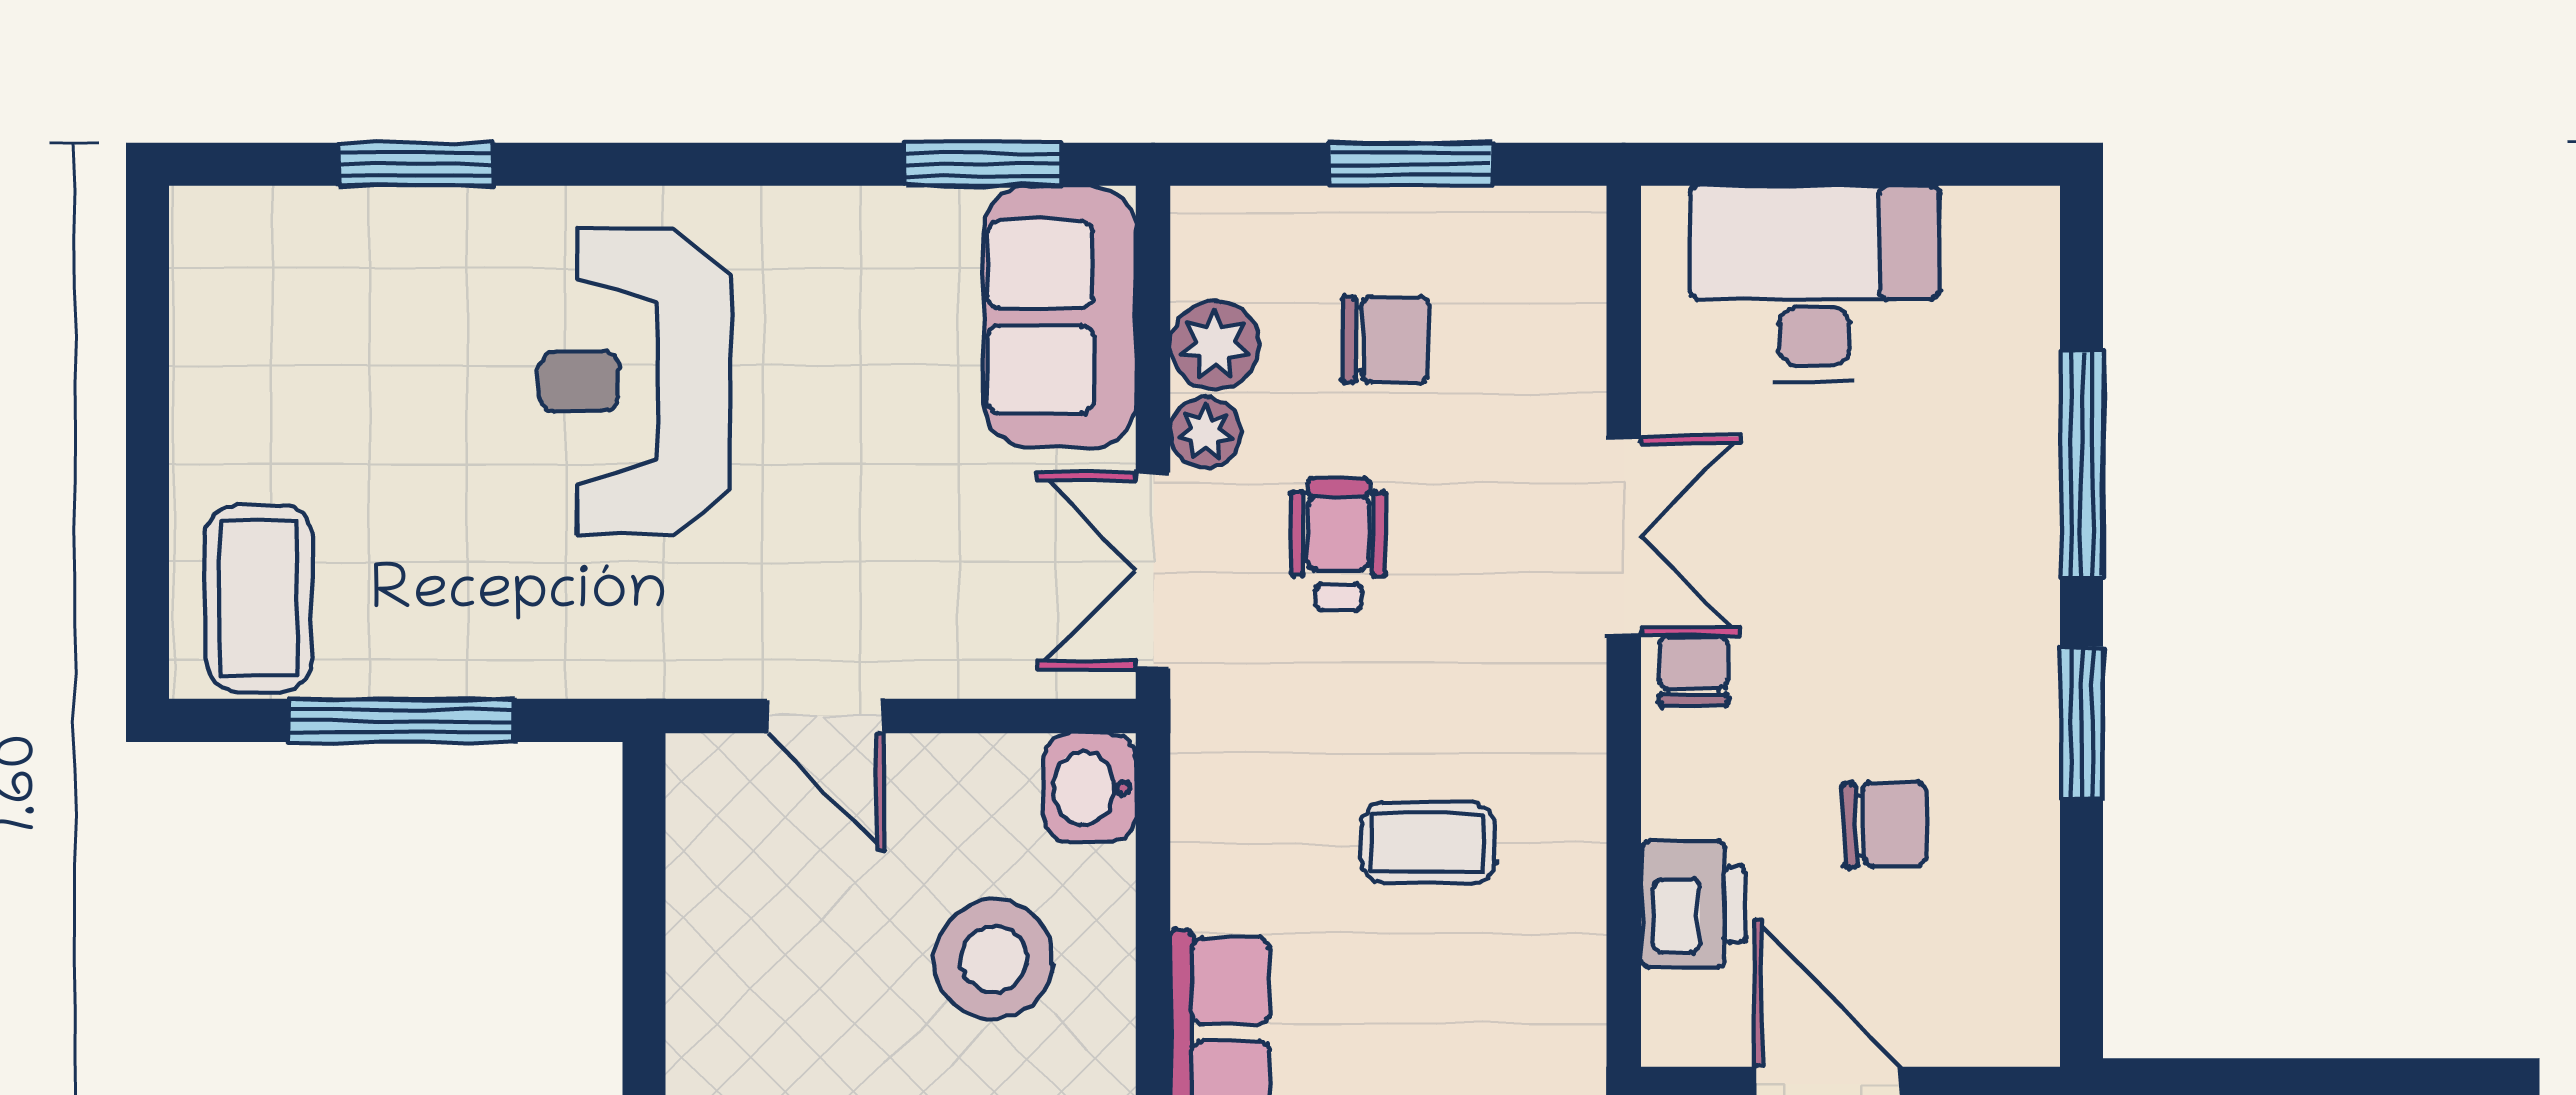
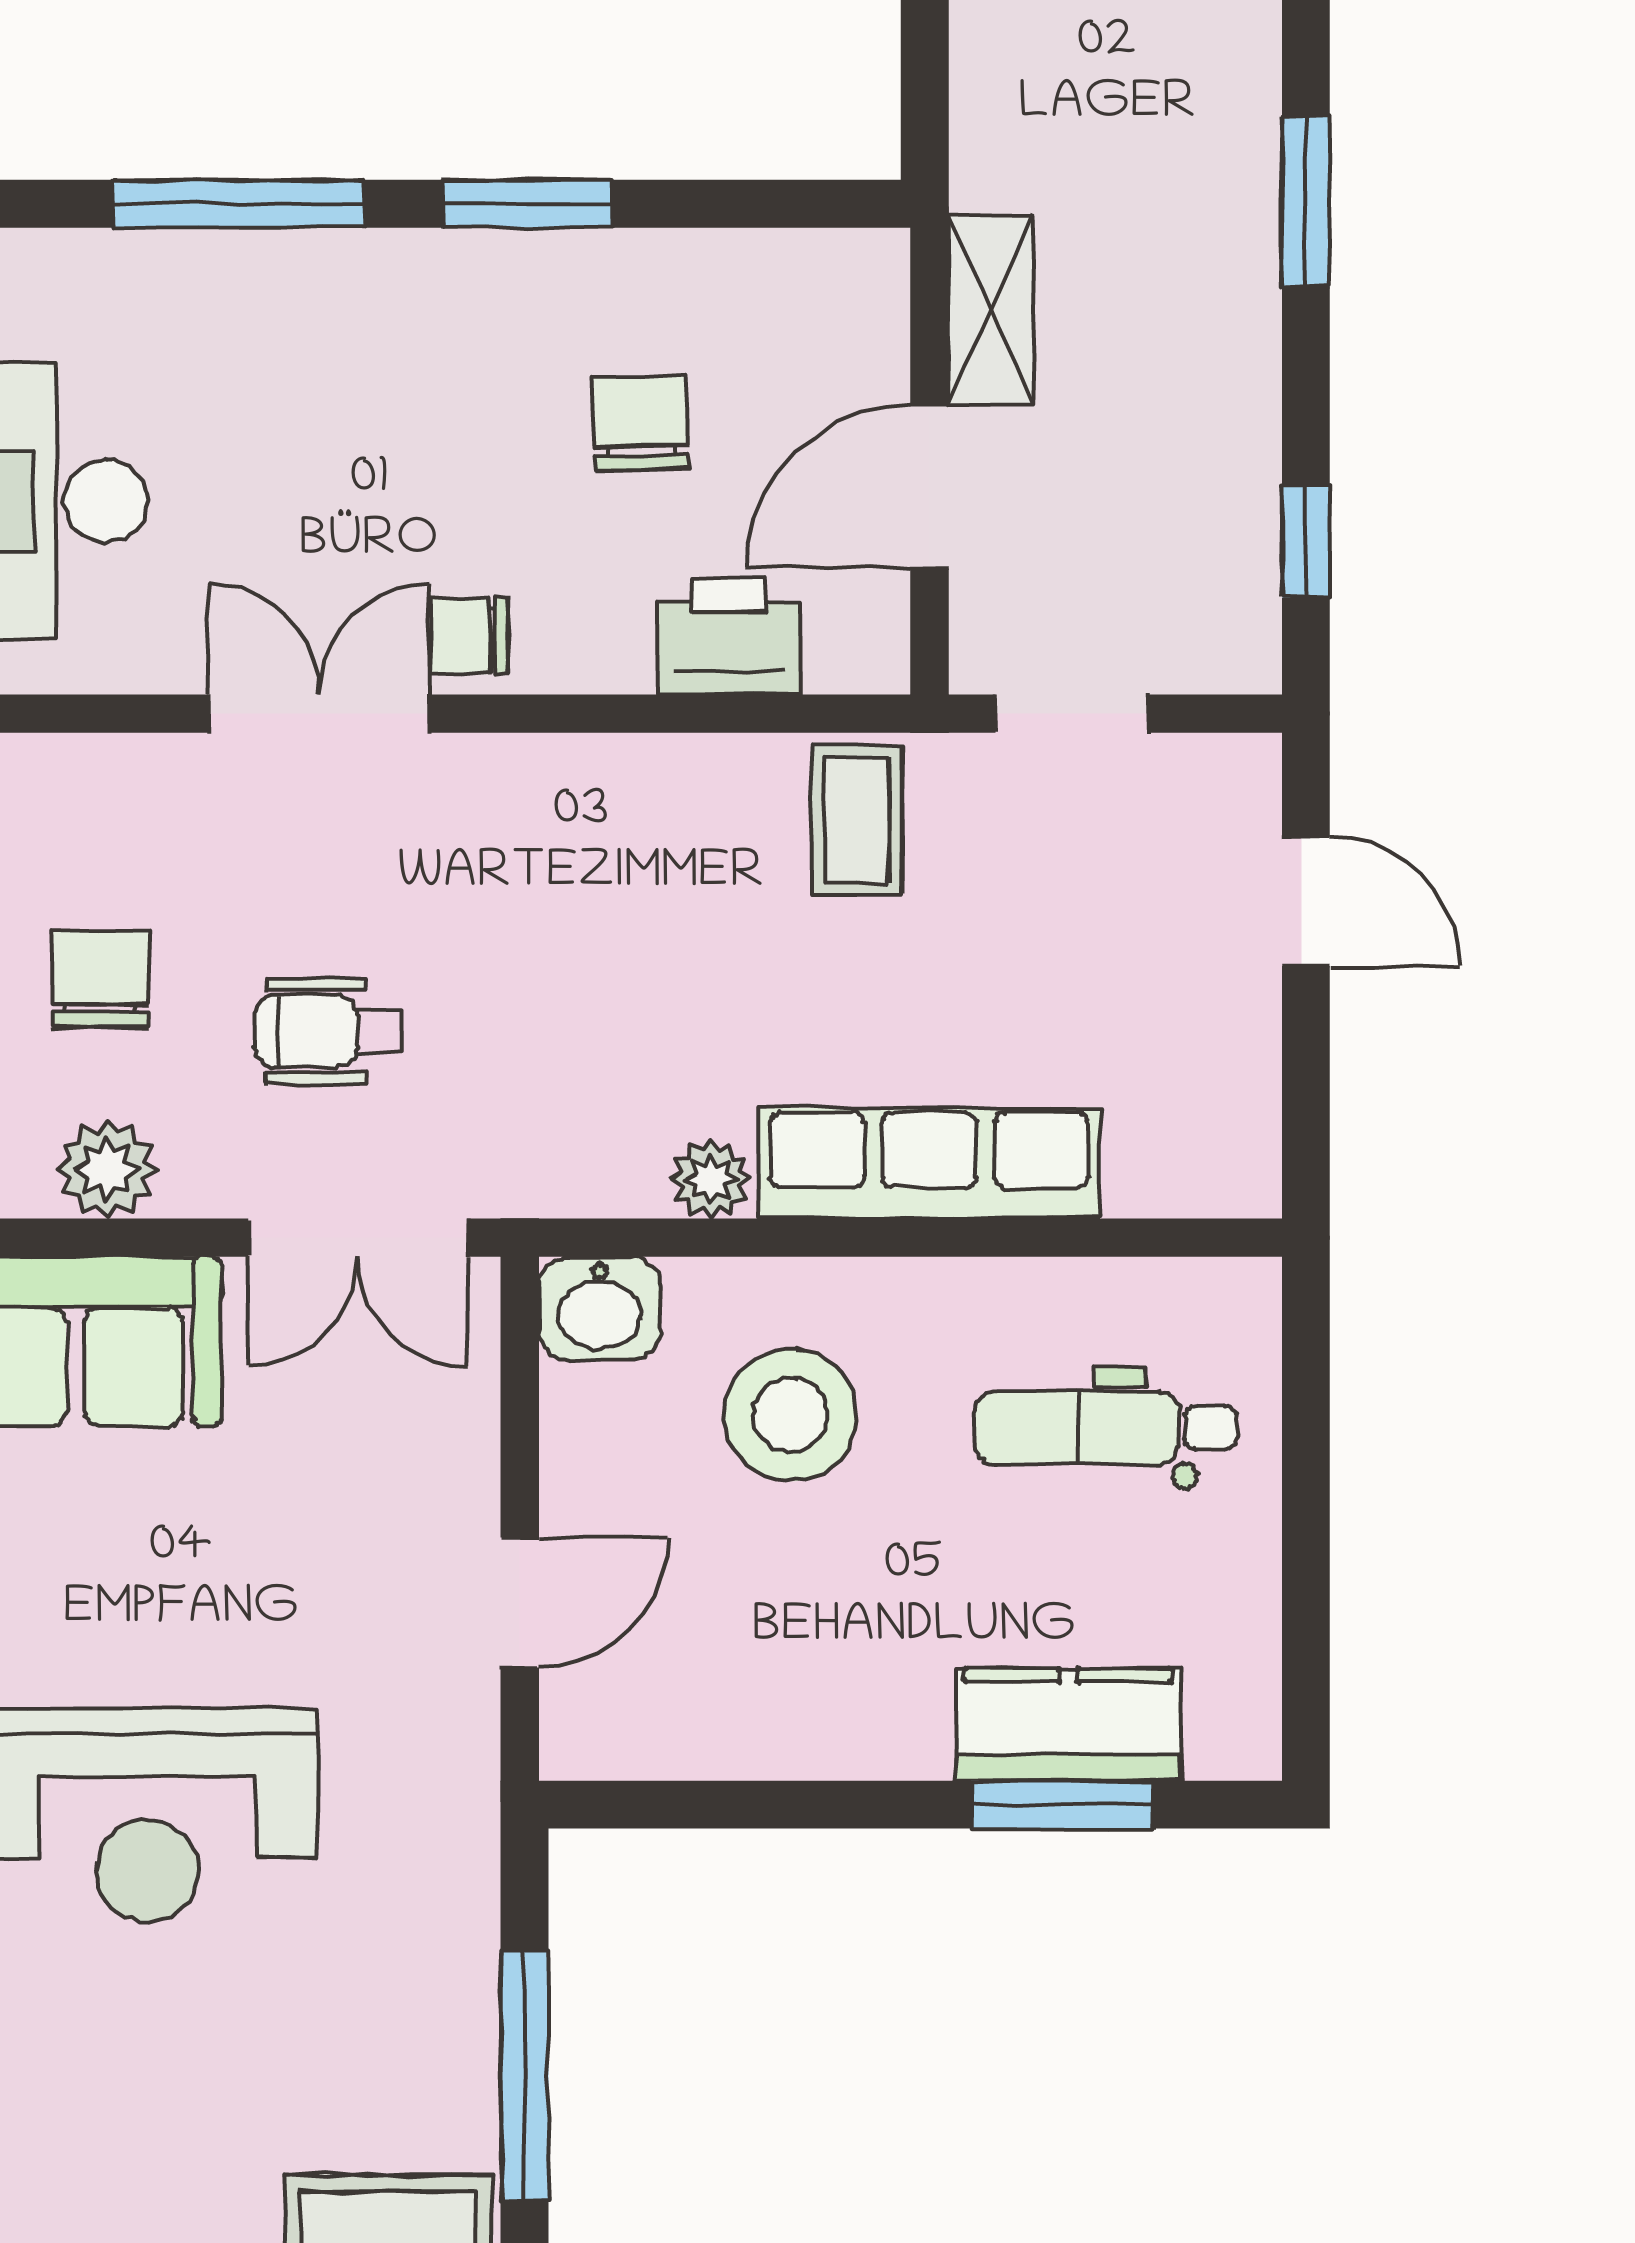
plant: (1206, 432) -> (711, 1179), moved
coffee table: (1428, 843) -> (857, 820), moved

